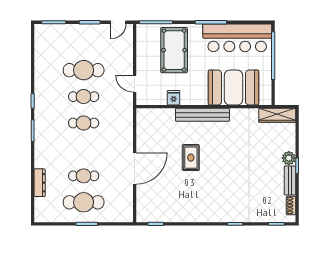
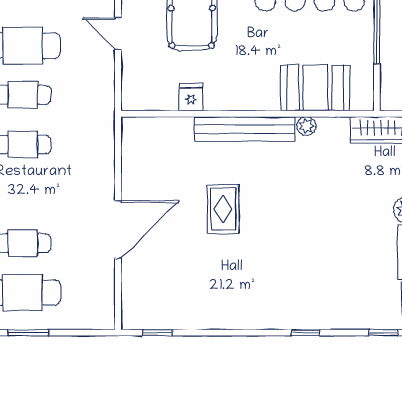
door: (135, 84) -> (118, 34), moved
booth: (234, 88) -> (315, 88), width x0.73, depth x0.70
plant: (235, 113) -> (306, 126), added

